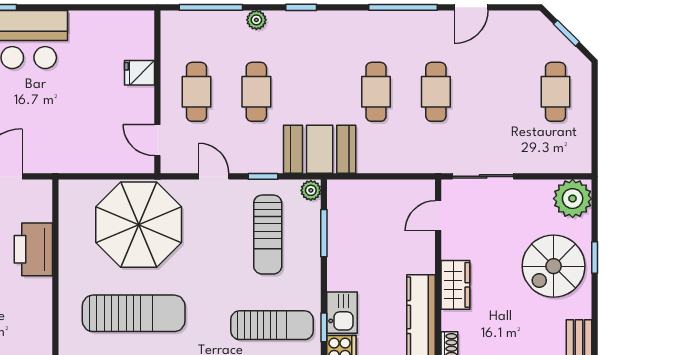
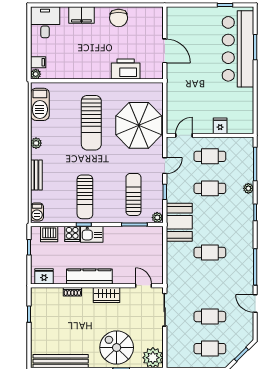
cafe table: (436, 92) -> (210, 317), moved
sun lounger: (268, 235) -> (133, 194), turned 90

